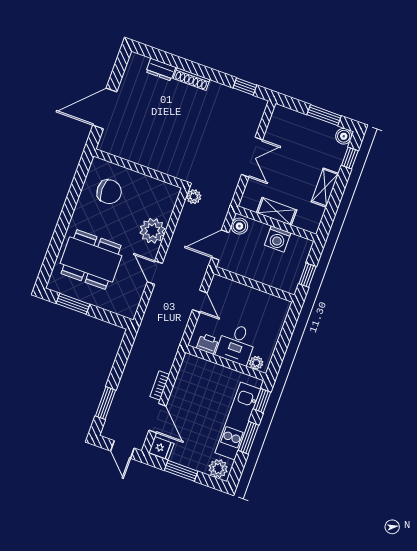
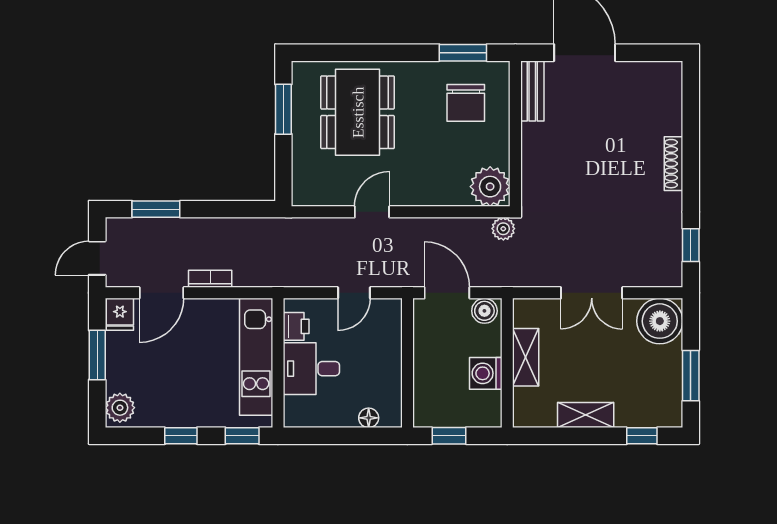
dresser: (161, 70) -> (671, 114), removed
boiler: (344, 136) -> (660, 321), moved, width x1.86, depth x1.86
bench: (116, 149) -> (532, 91), added
window: (78, 182) -> (463, 53), added
plant: (152, 231) -> (490, 187), moved
floor lamp: (279, 320) -> (369, 418), added
plant: (256, 363) -> (294, 407), removed
kitchen unit: (238, 421) -> (256, 357), moved, turned -90
window: (249, 438) -> (181, 436), width x0.67

